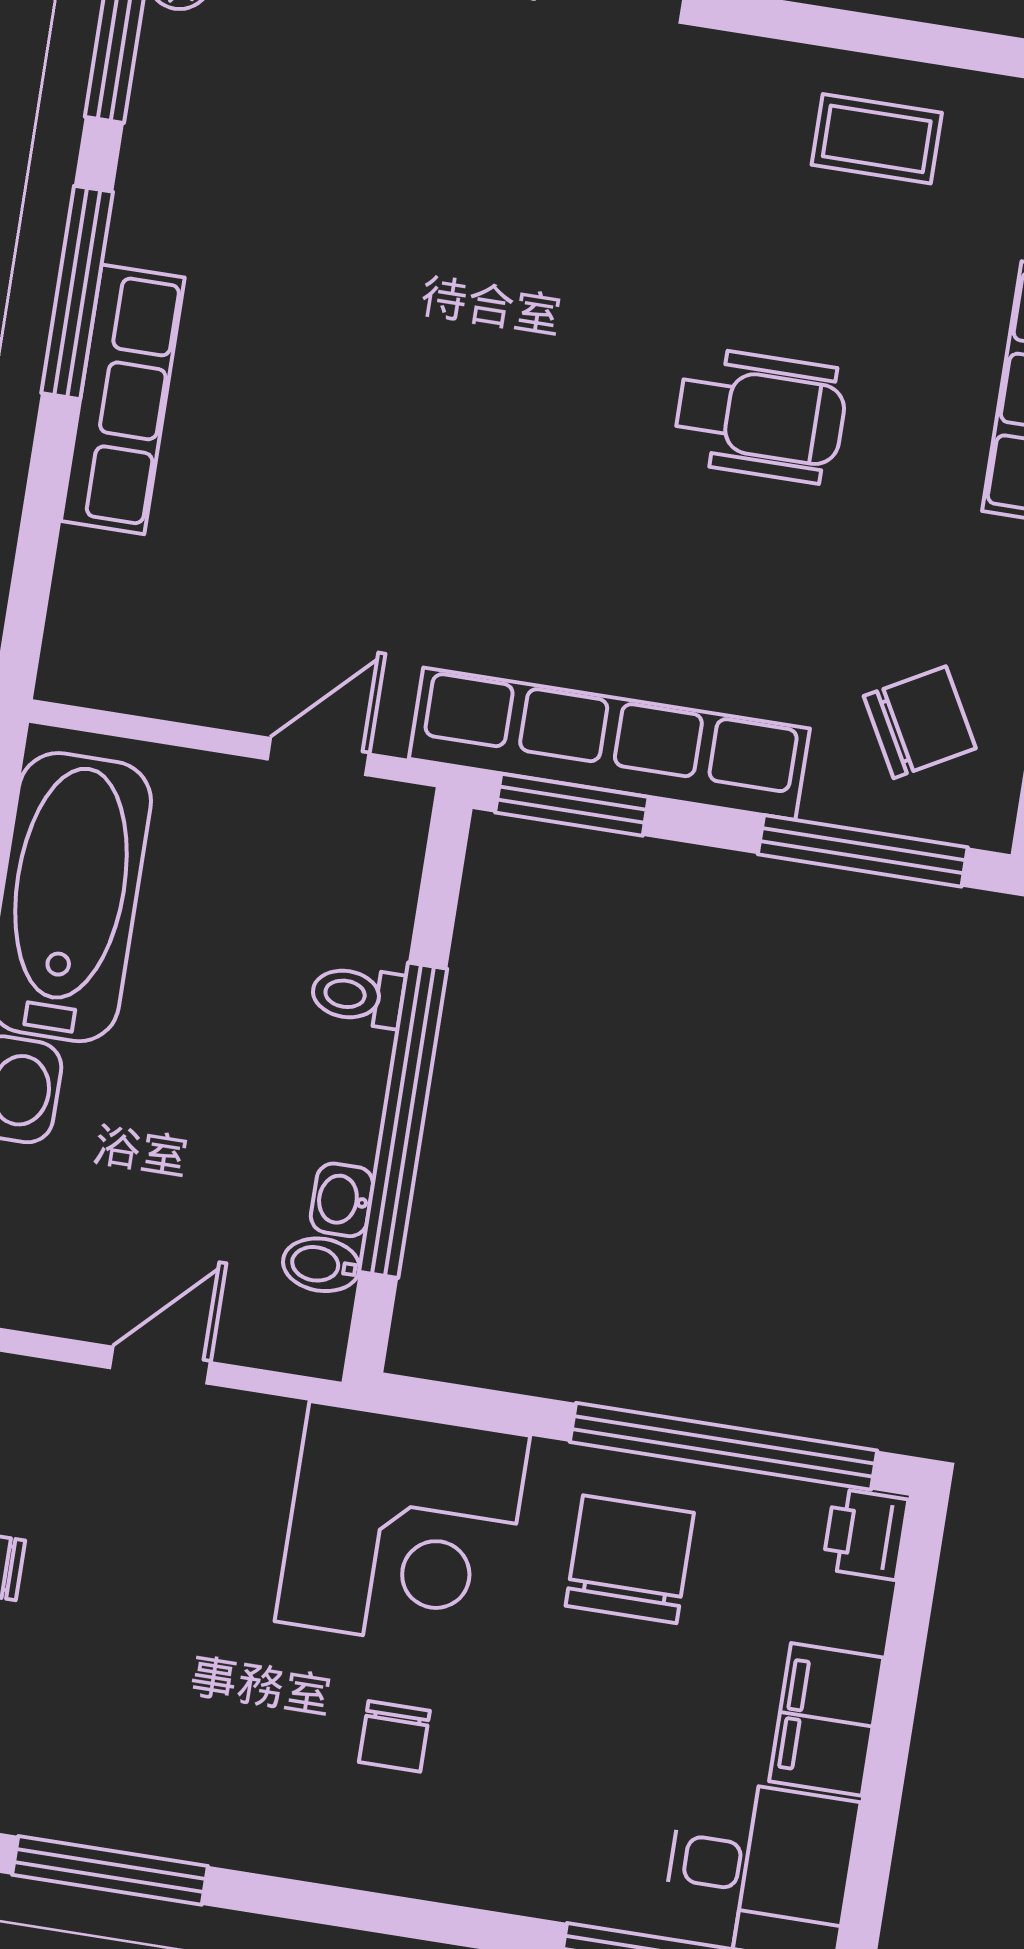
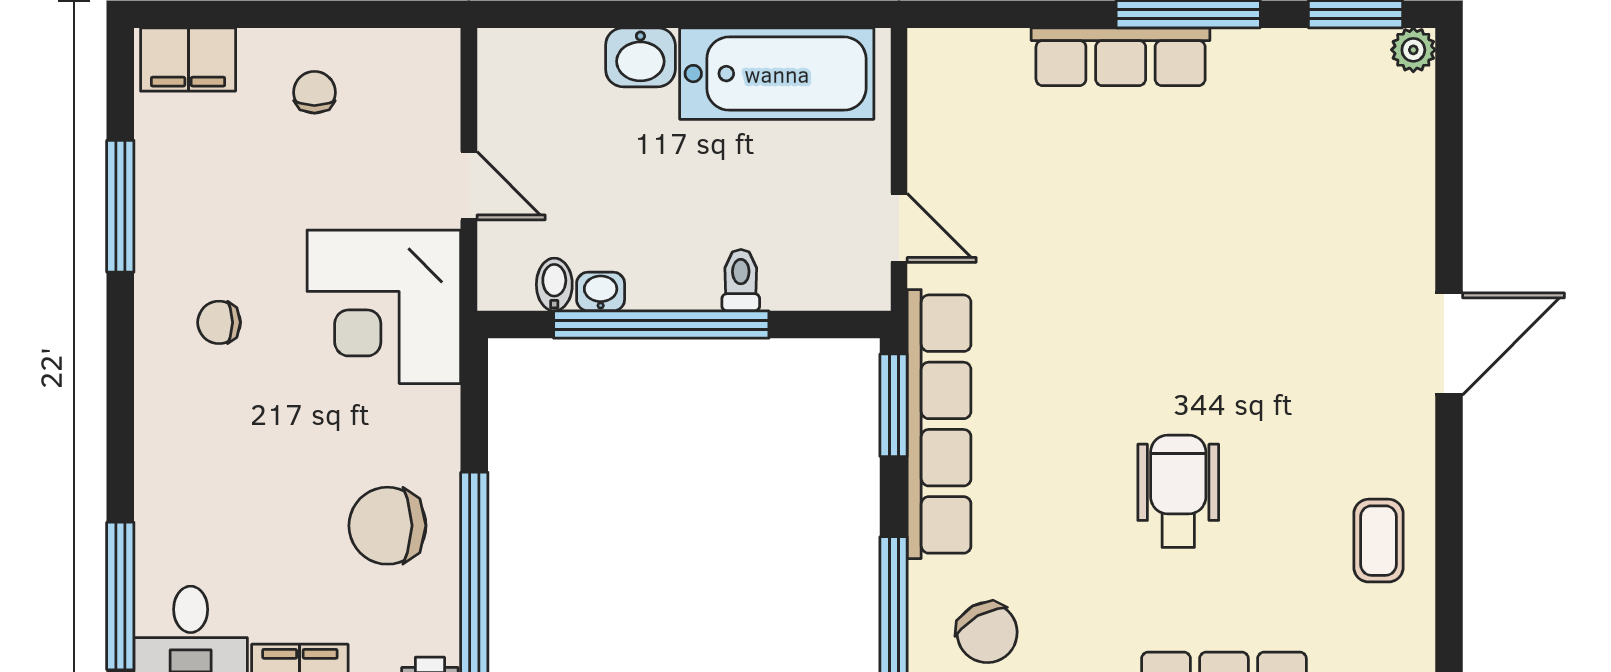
wheelchair: (760, 415) -> (1178, 491), turned 180
corner desk: (402, 1529) -> (384, 307), moved
chair: (630, 1559) -> (387, 526), turned 180
chair: (394, 1736) -> (219, 322), moved

